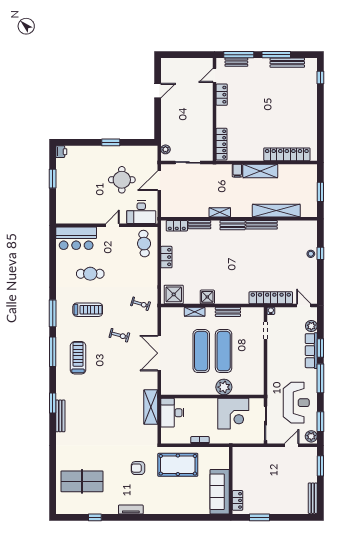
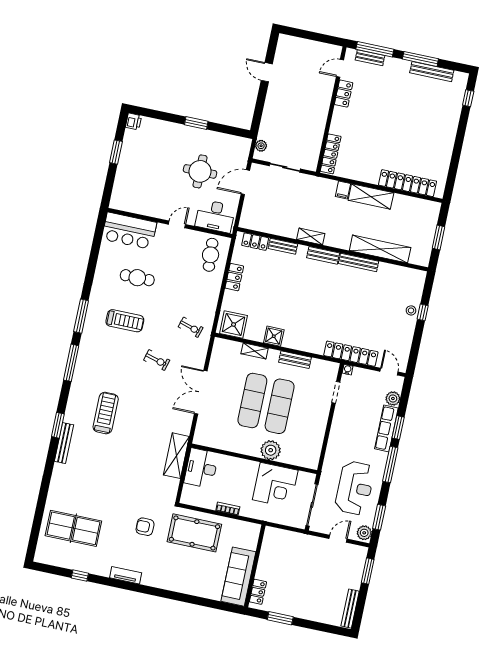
door: (158, 91) -> (267, 72), swing flipped
treadmill: (78, 358) -> (106, 413), moved

